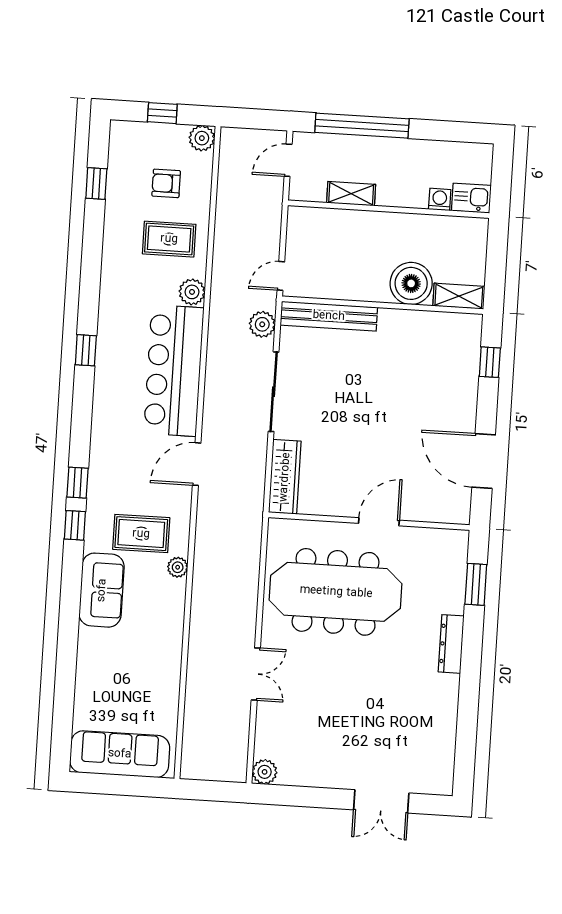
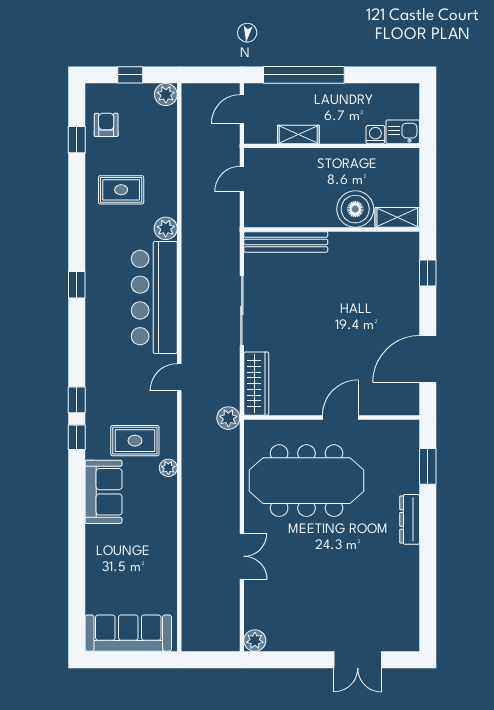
armchair: (166, 183) -> (106, 125), moved, turned 90
rug: (169, 239) -> (121, 190), moved
door: (281, 276) -> (242, 179), moved
plant: (262, 324) -> (228, 418), moved
door: (484, 461) -> (428, 359), hinge flipped
door: (197, 464) -> (179, 377), width x0.73

